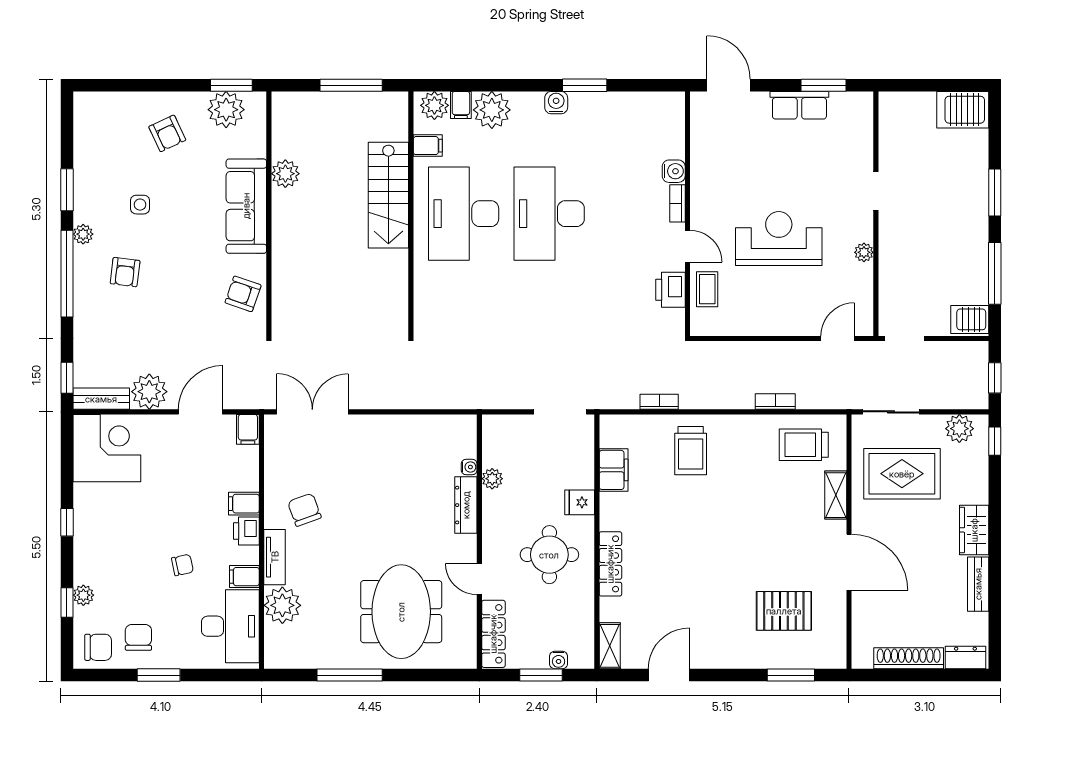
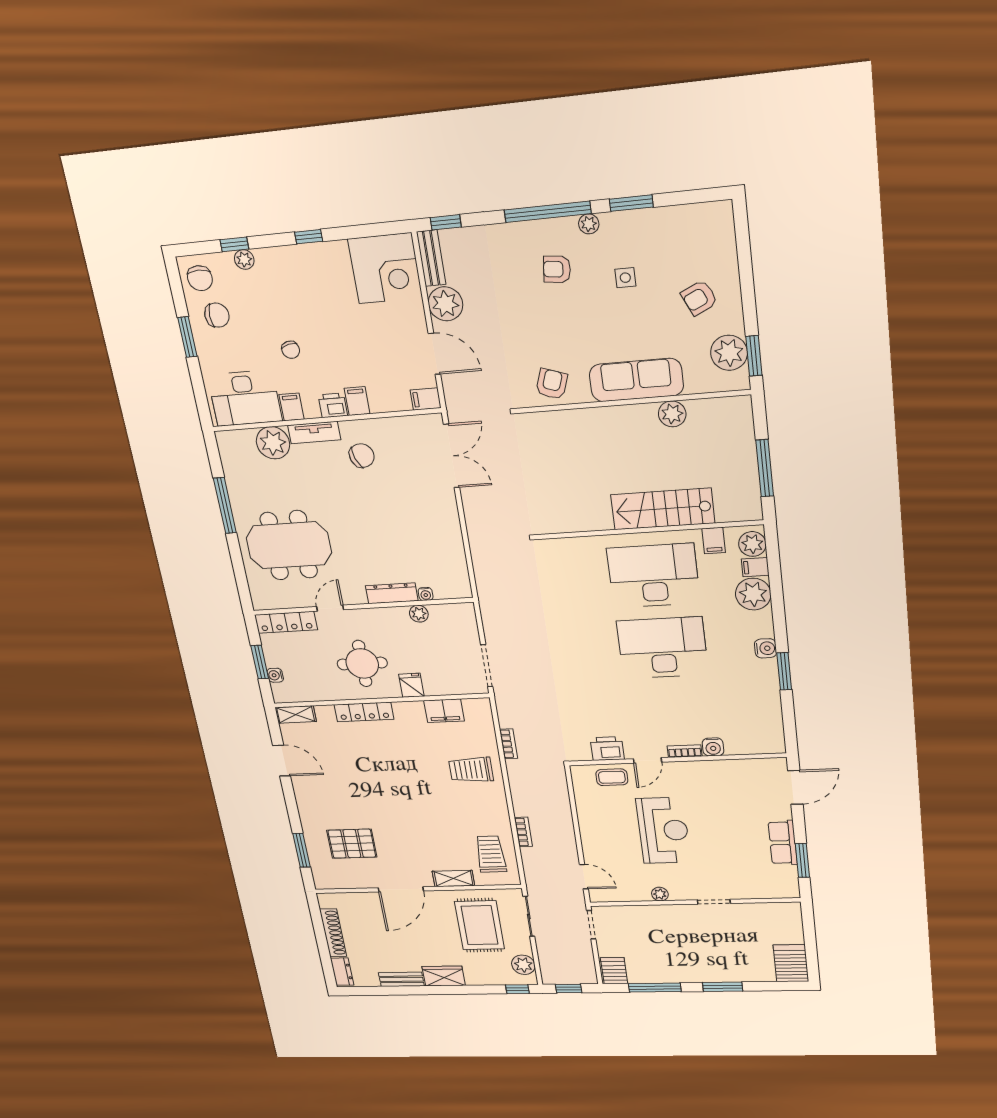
pallet: (784, 611) -> (352, 844), turned 90

